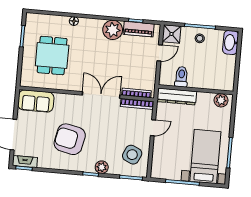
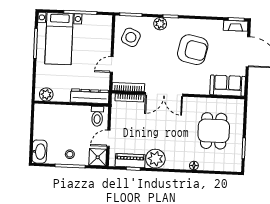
toilet: (181, 77) -> (97, 116), moved

